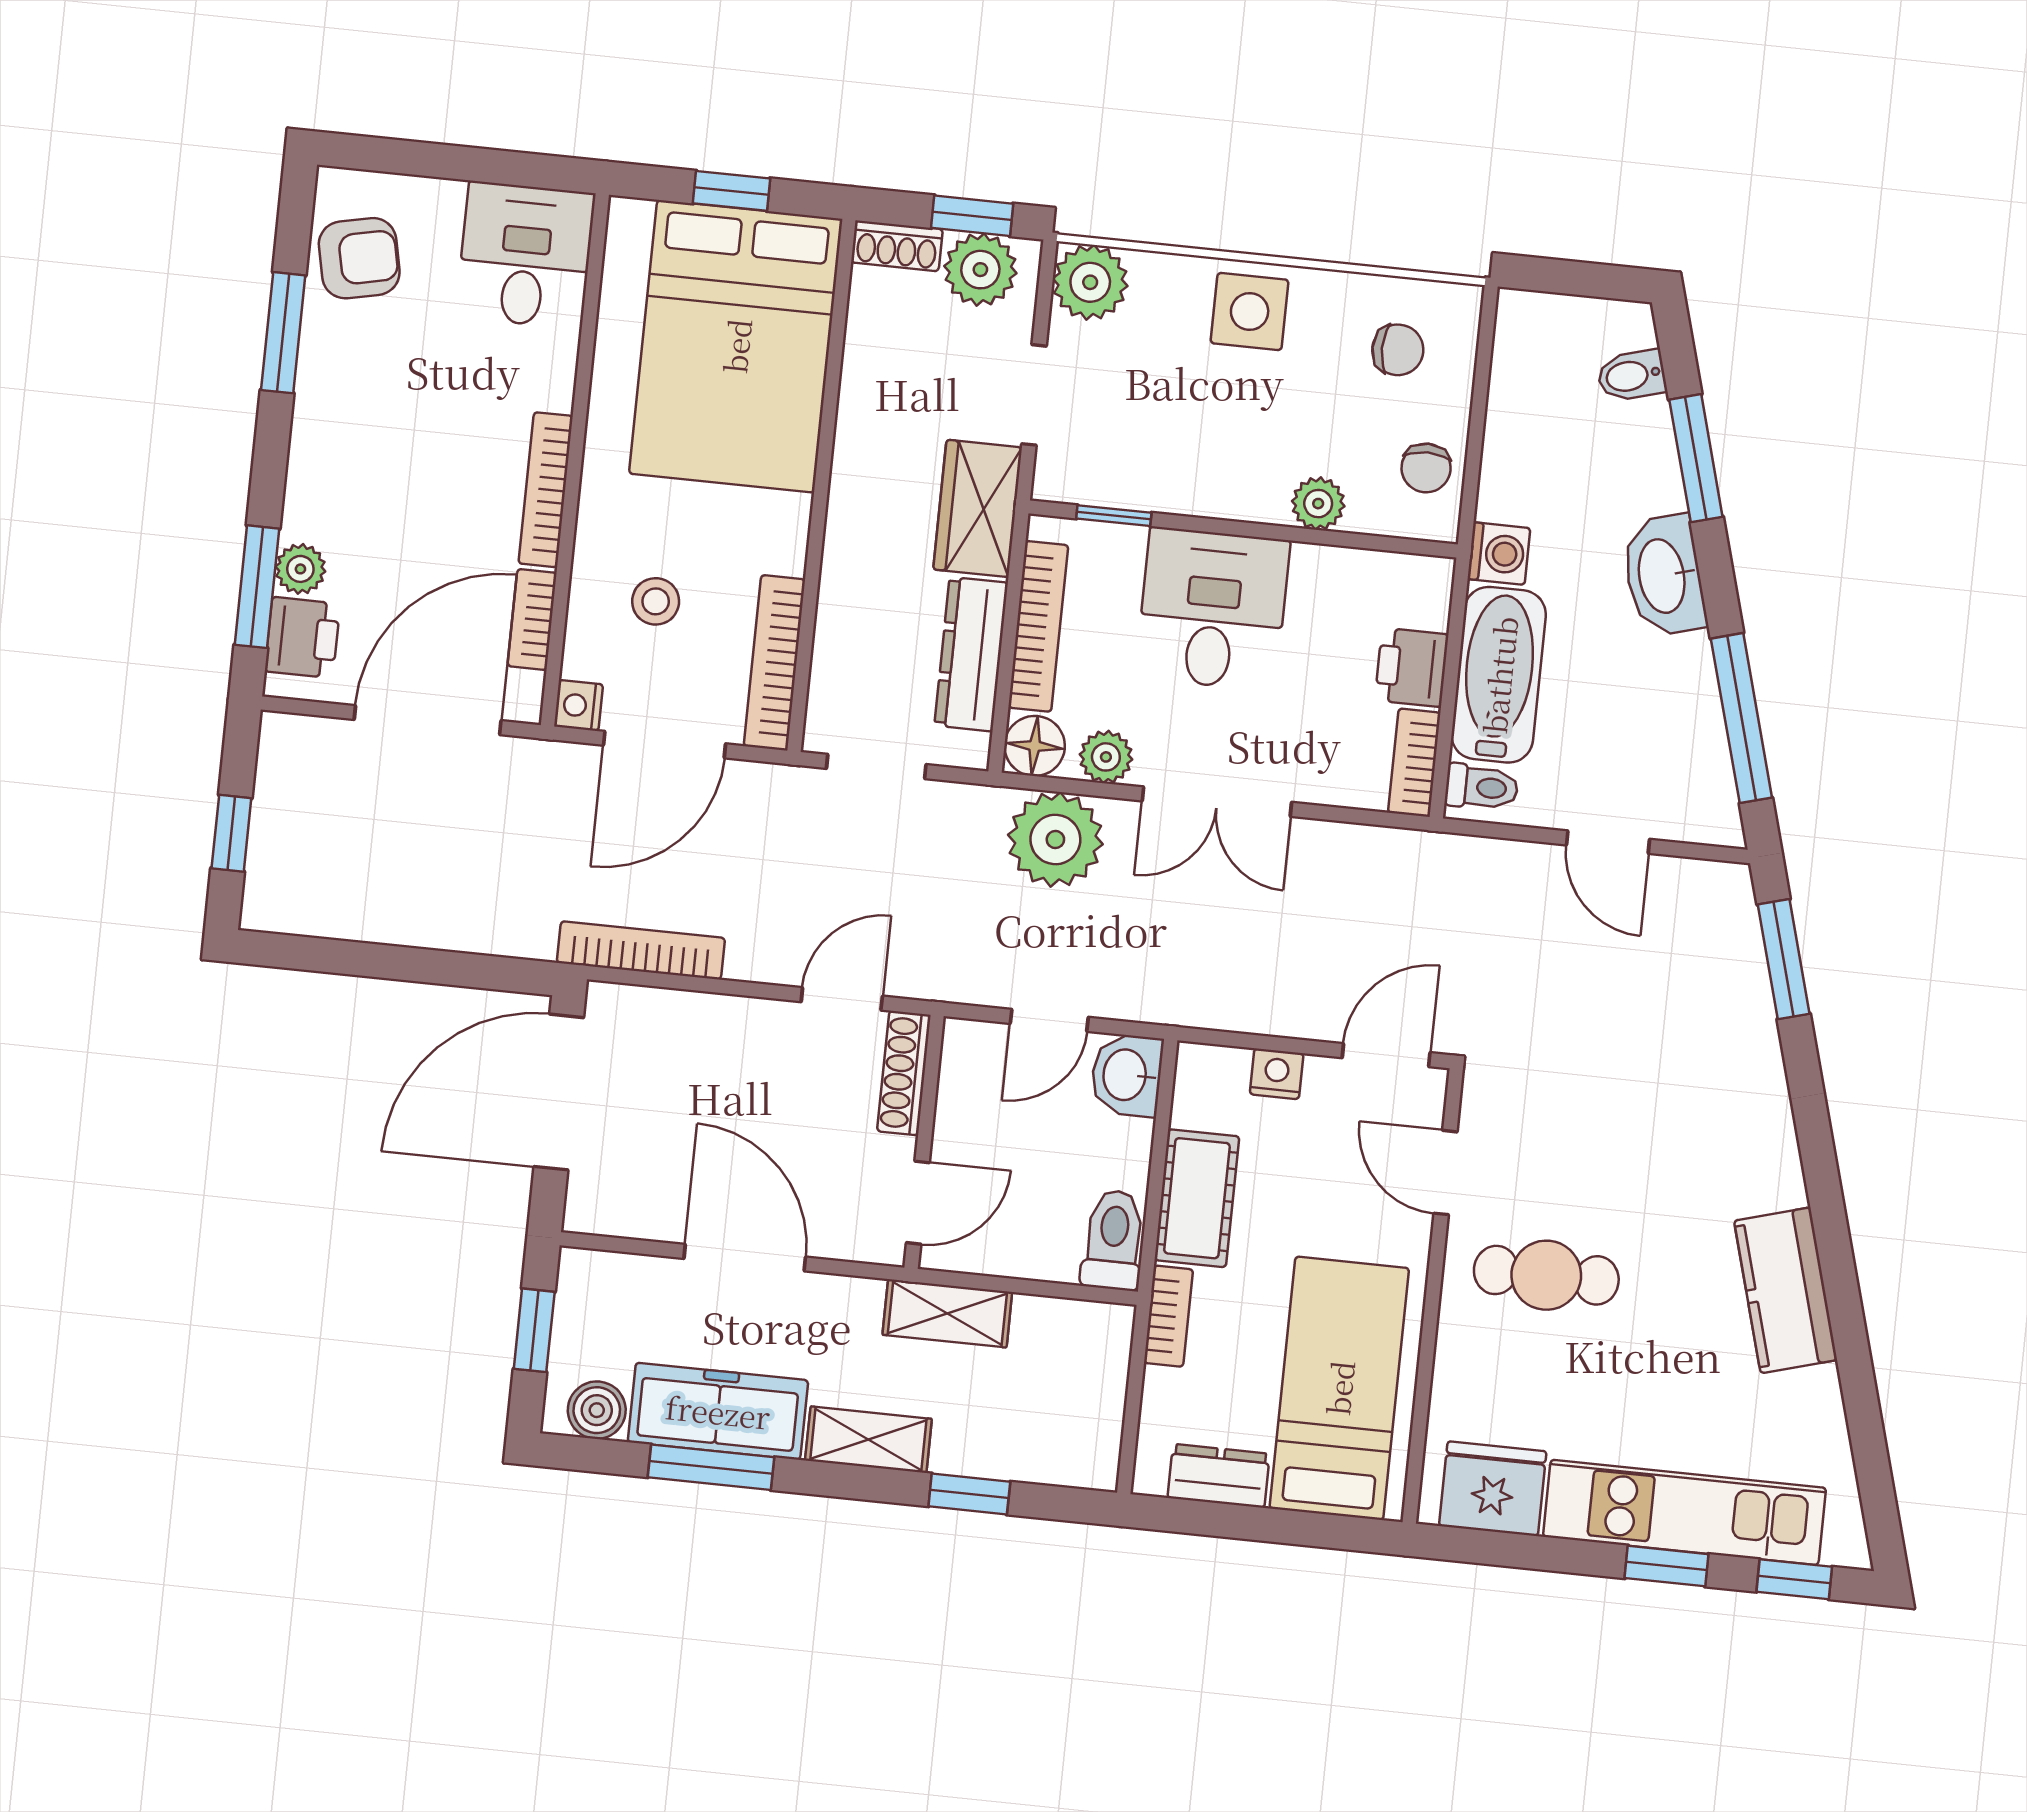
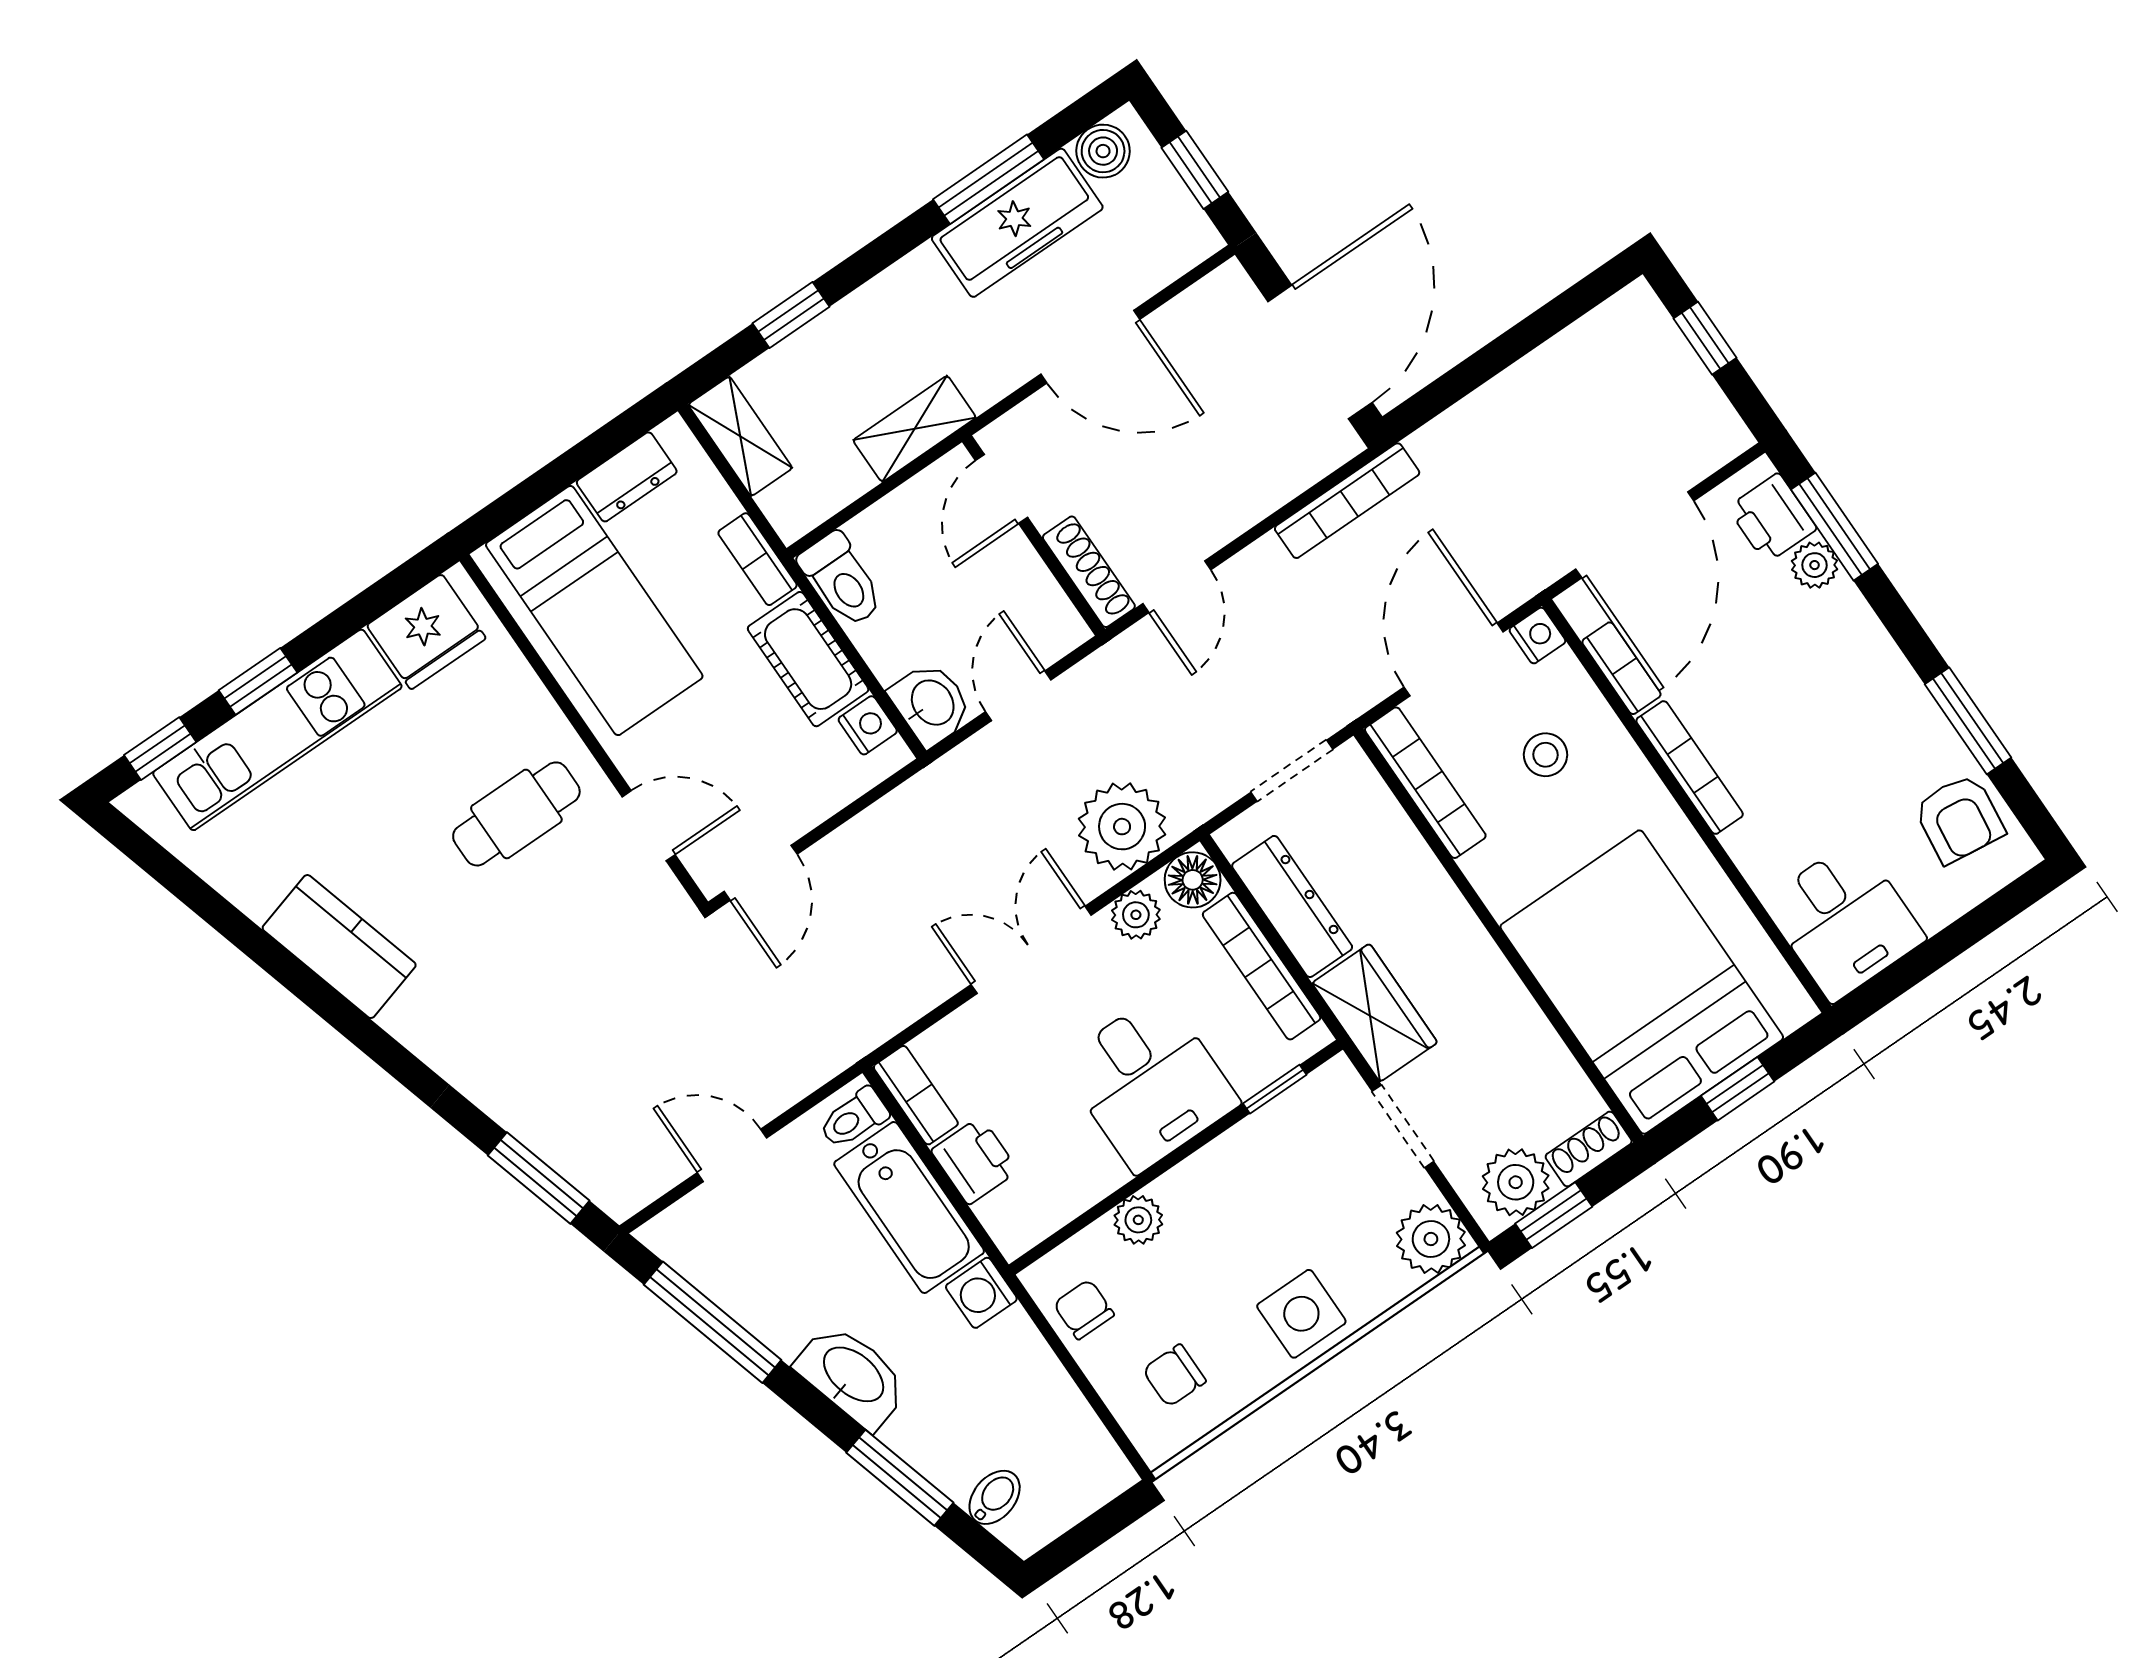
armchair: (359, 258) -> (1959, 819), turned -71
nightstand: (1277, 1074) -> (868, 725), moved, turned -90
shelving: (868, 1440) -> (740, 436), moved, turned 90

